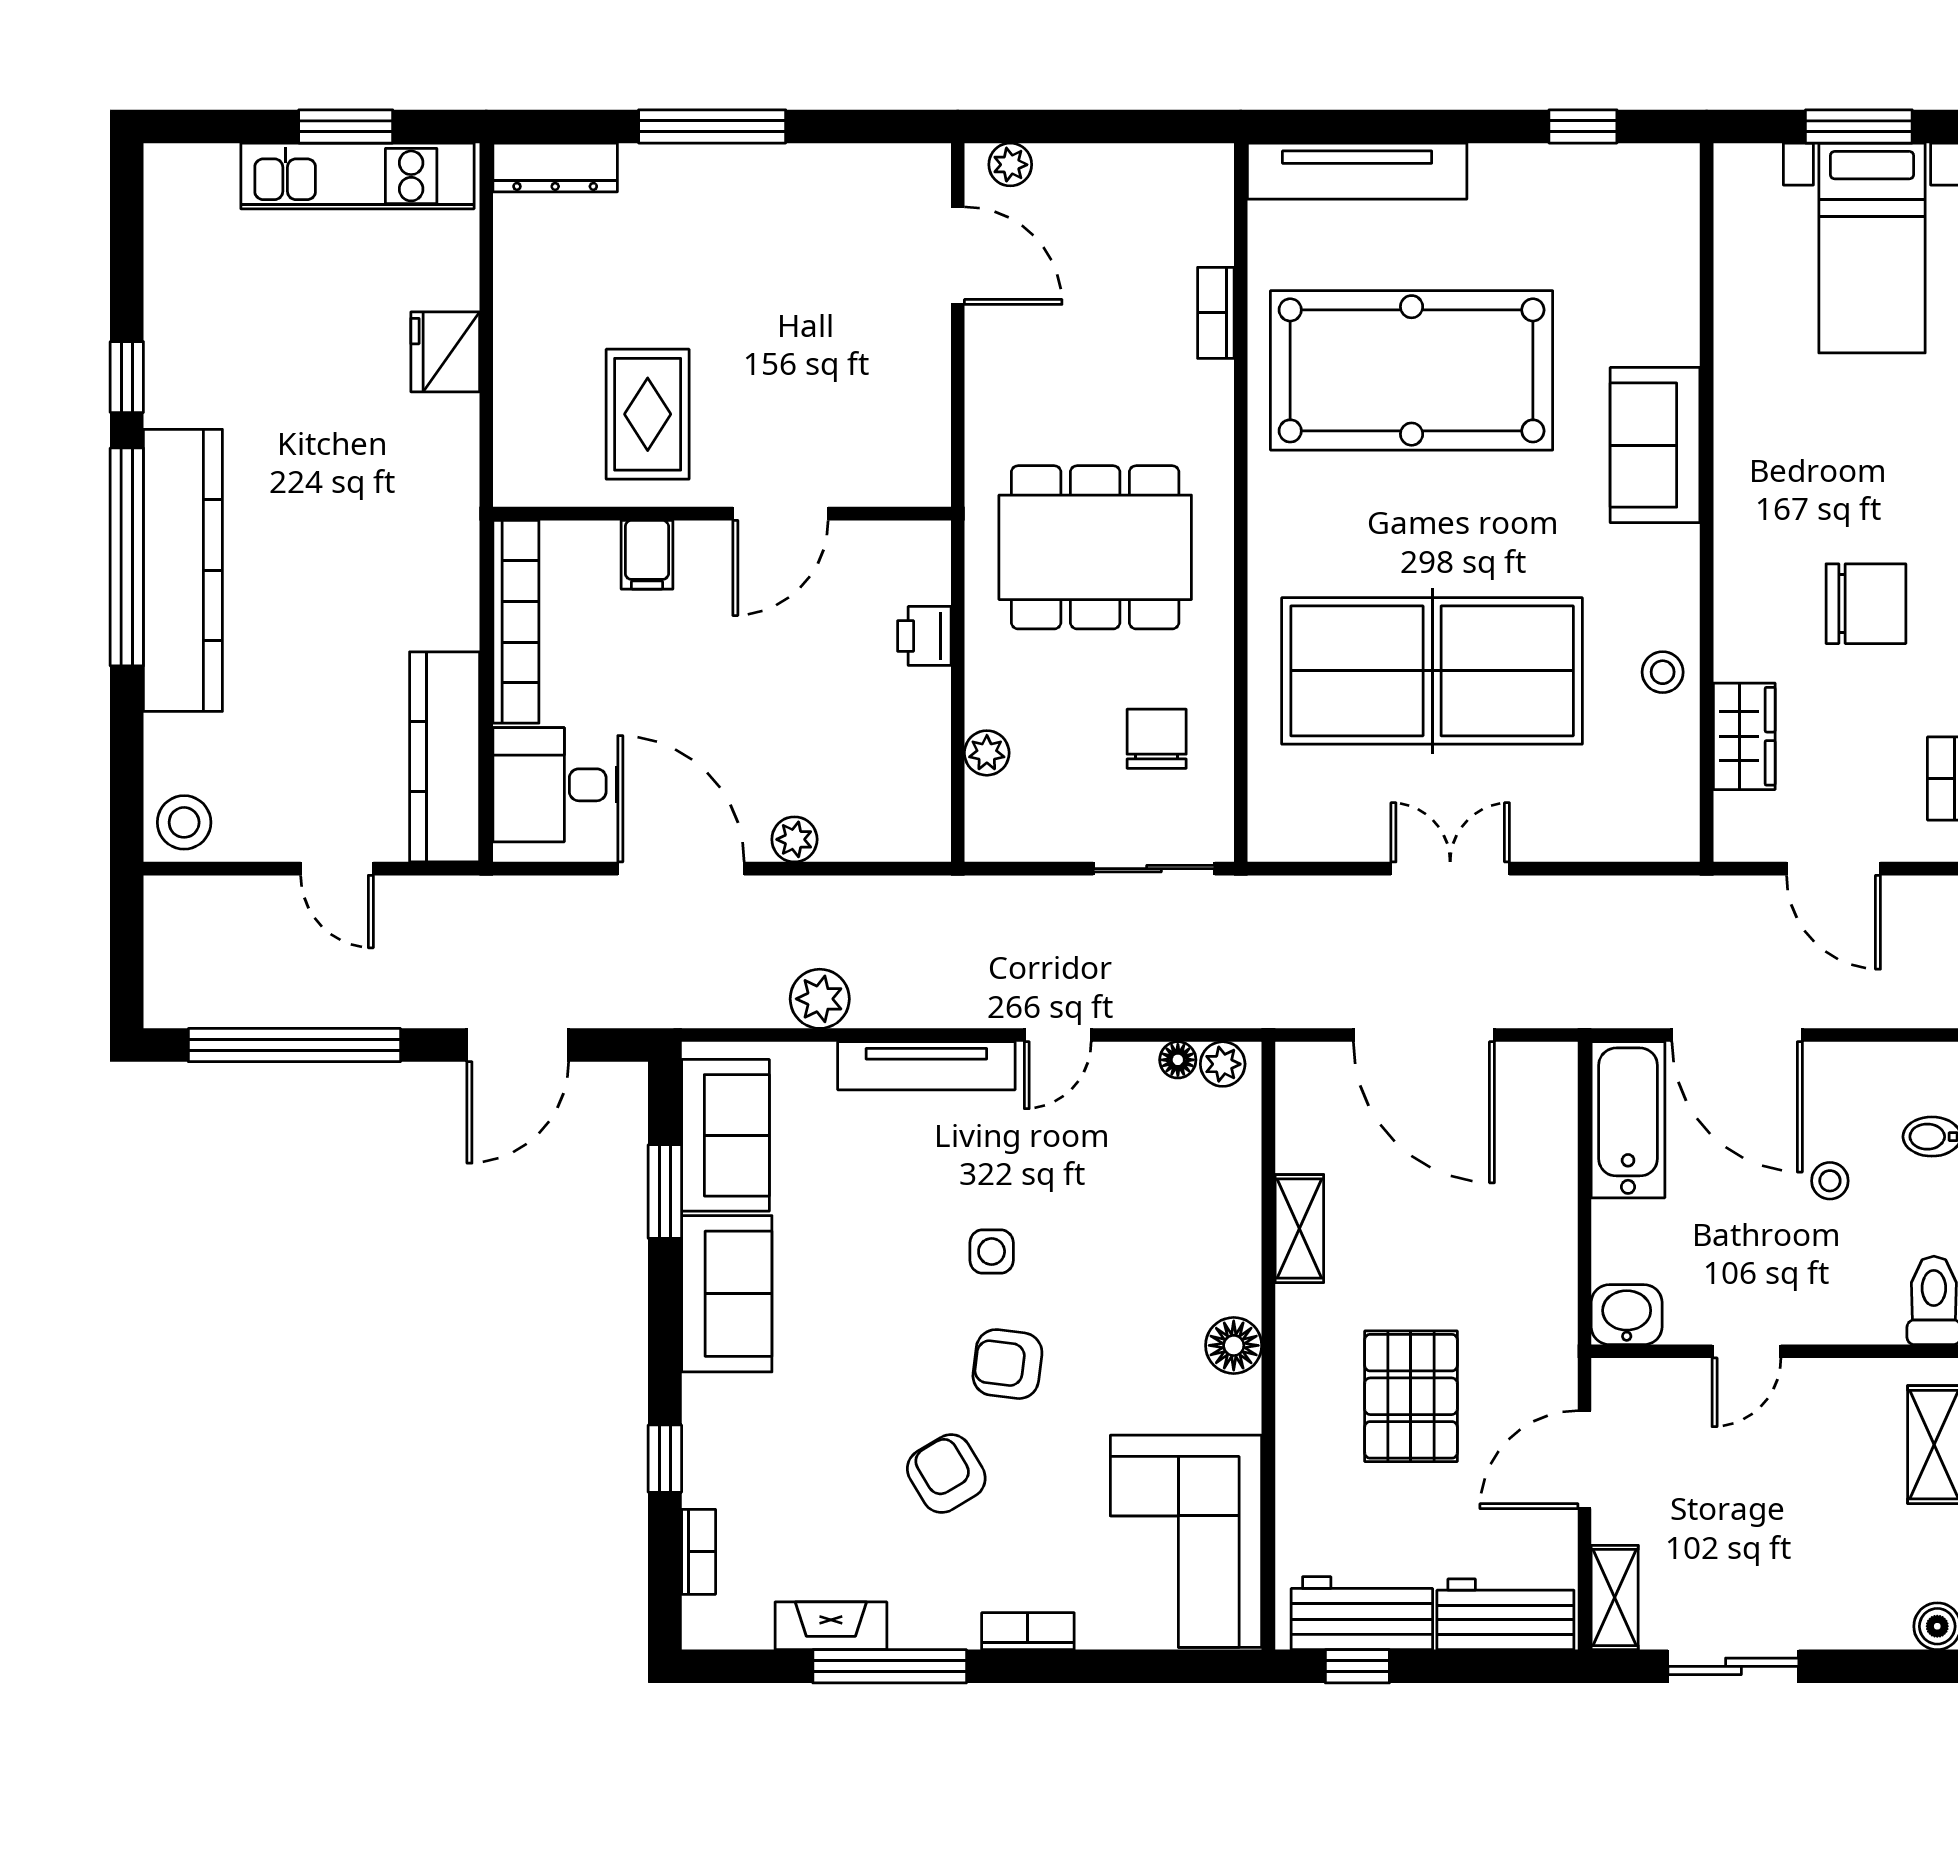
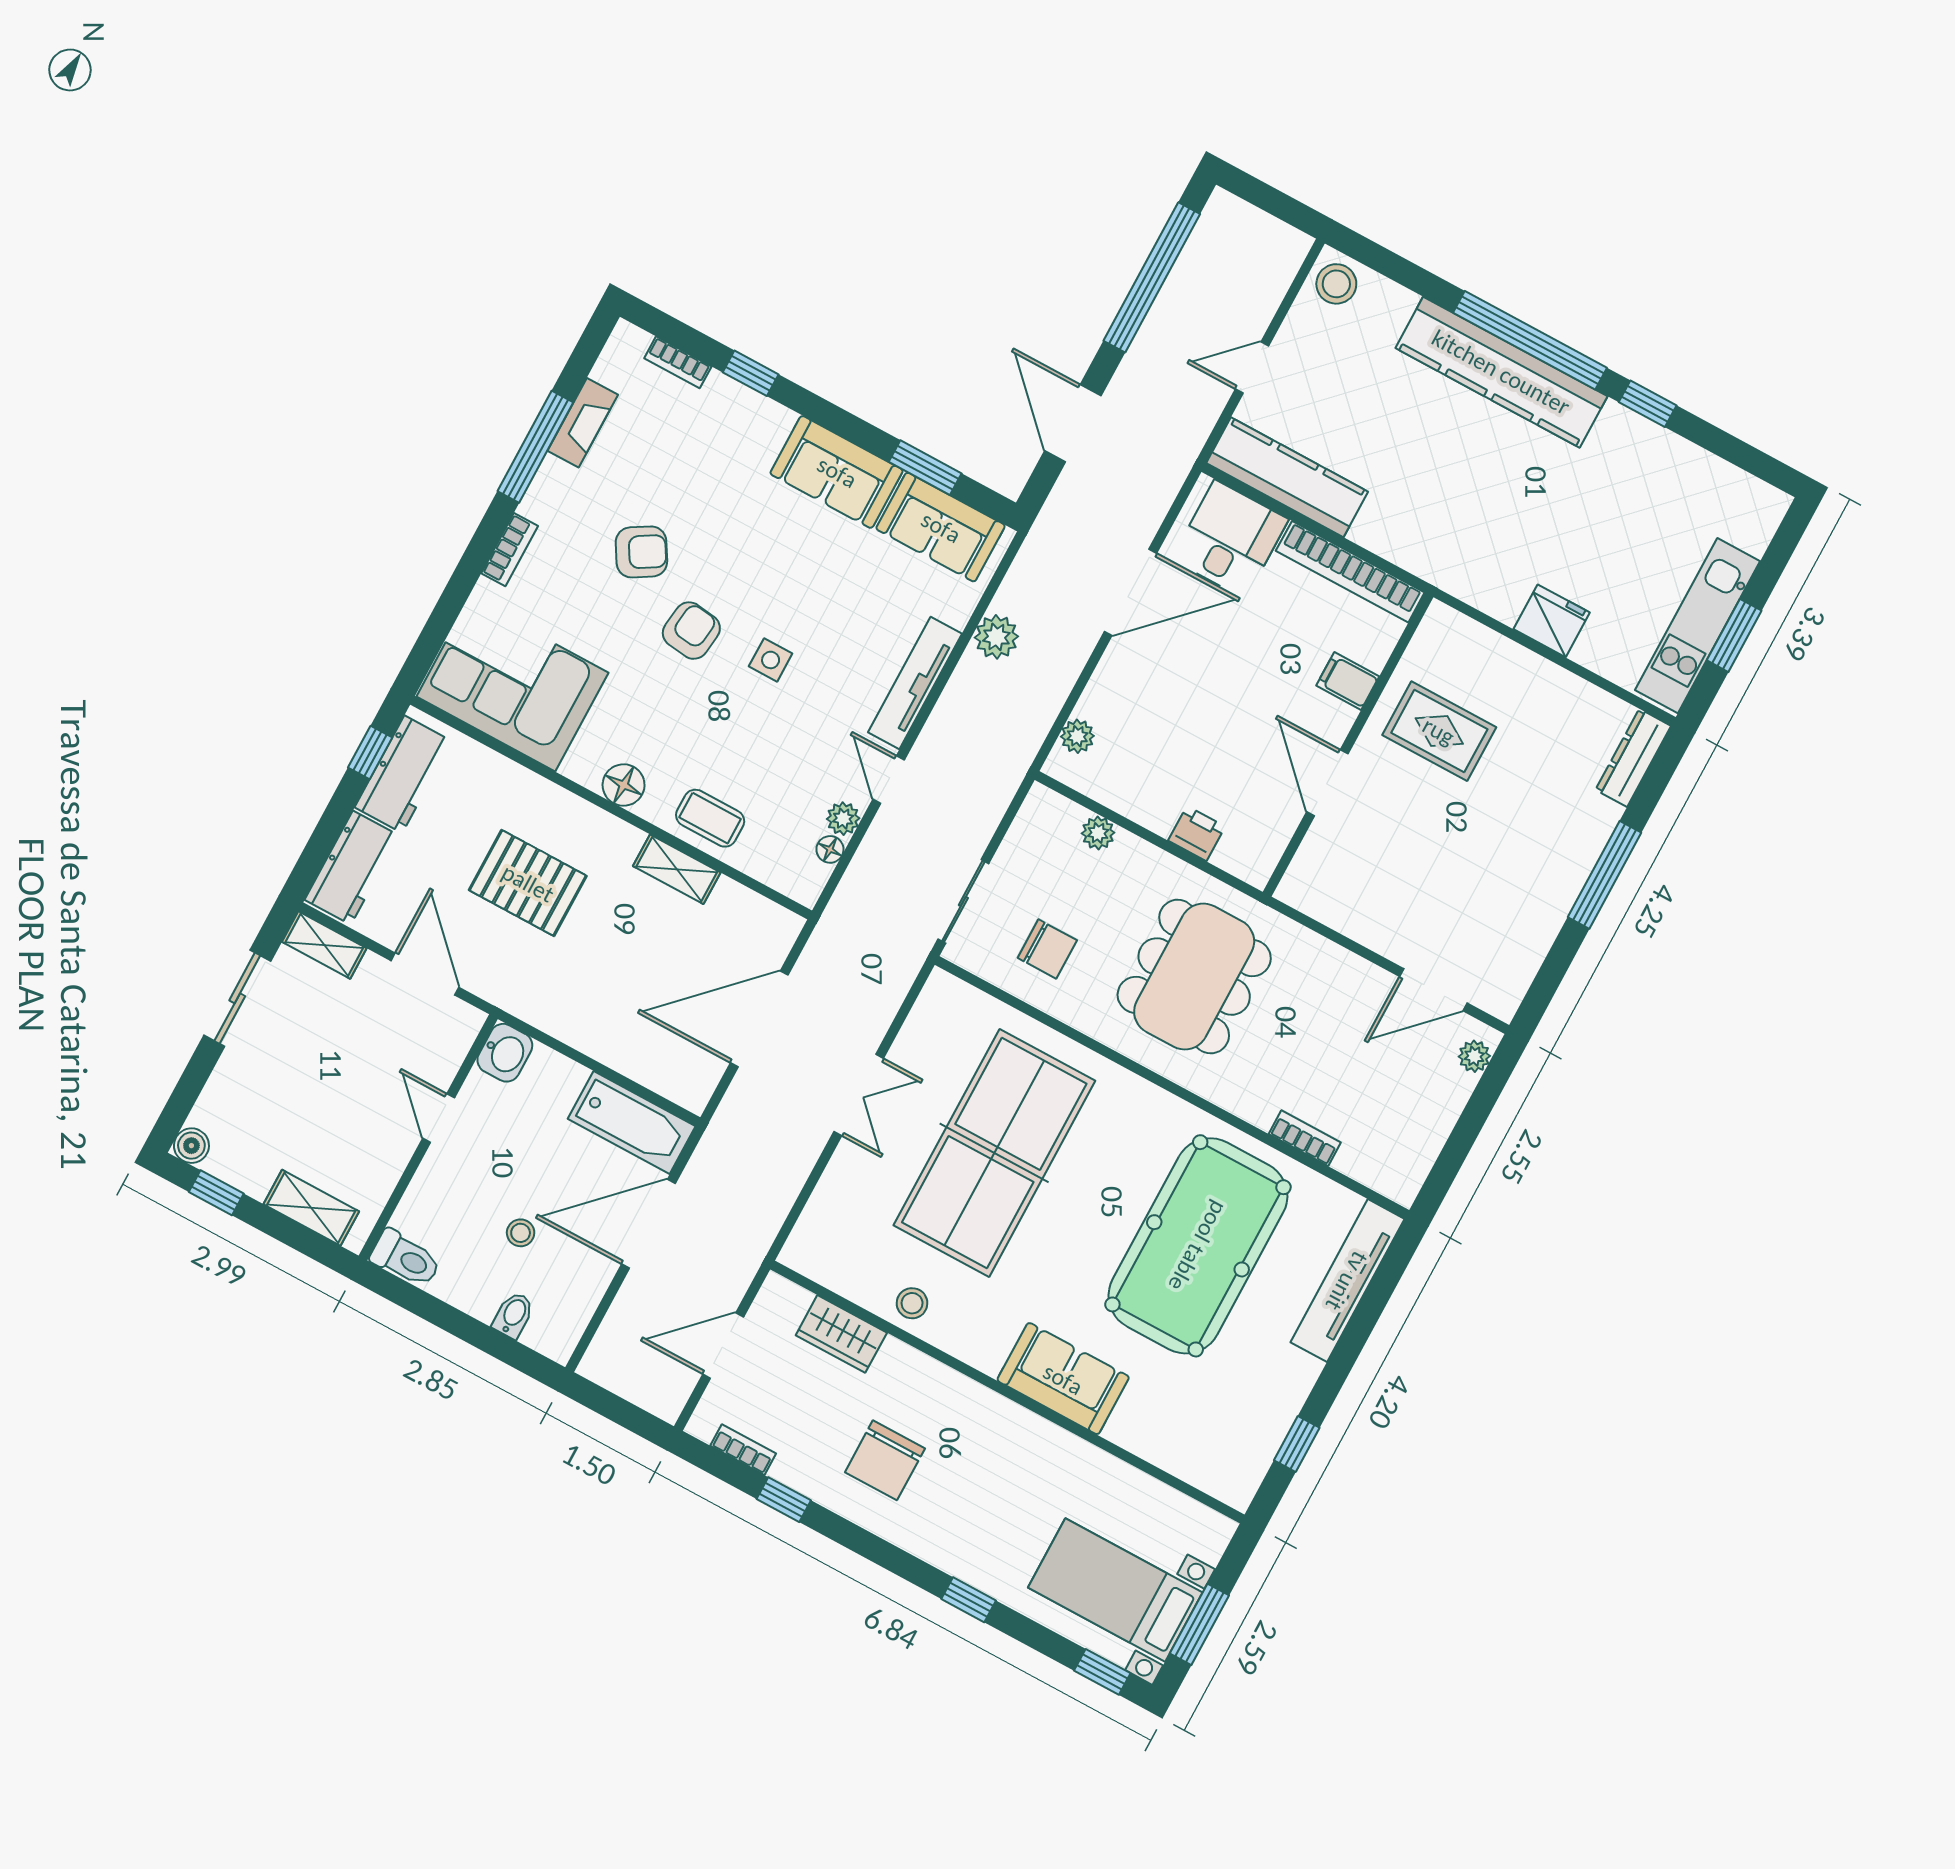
plant: (794, 839) -> (1077, 736), moved
plant: (1223, 1064) -> (843, 819), moved
coffee table: (1218, 1222) -> (710, 818), added

